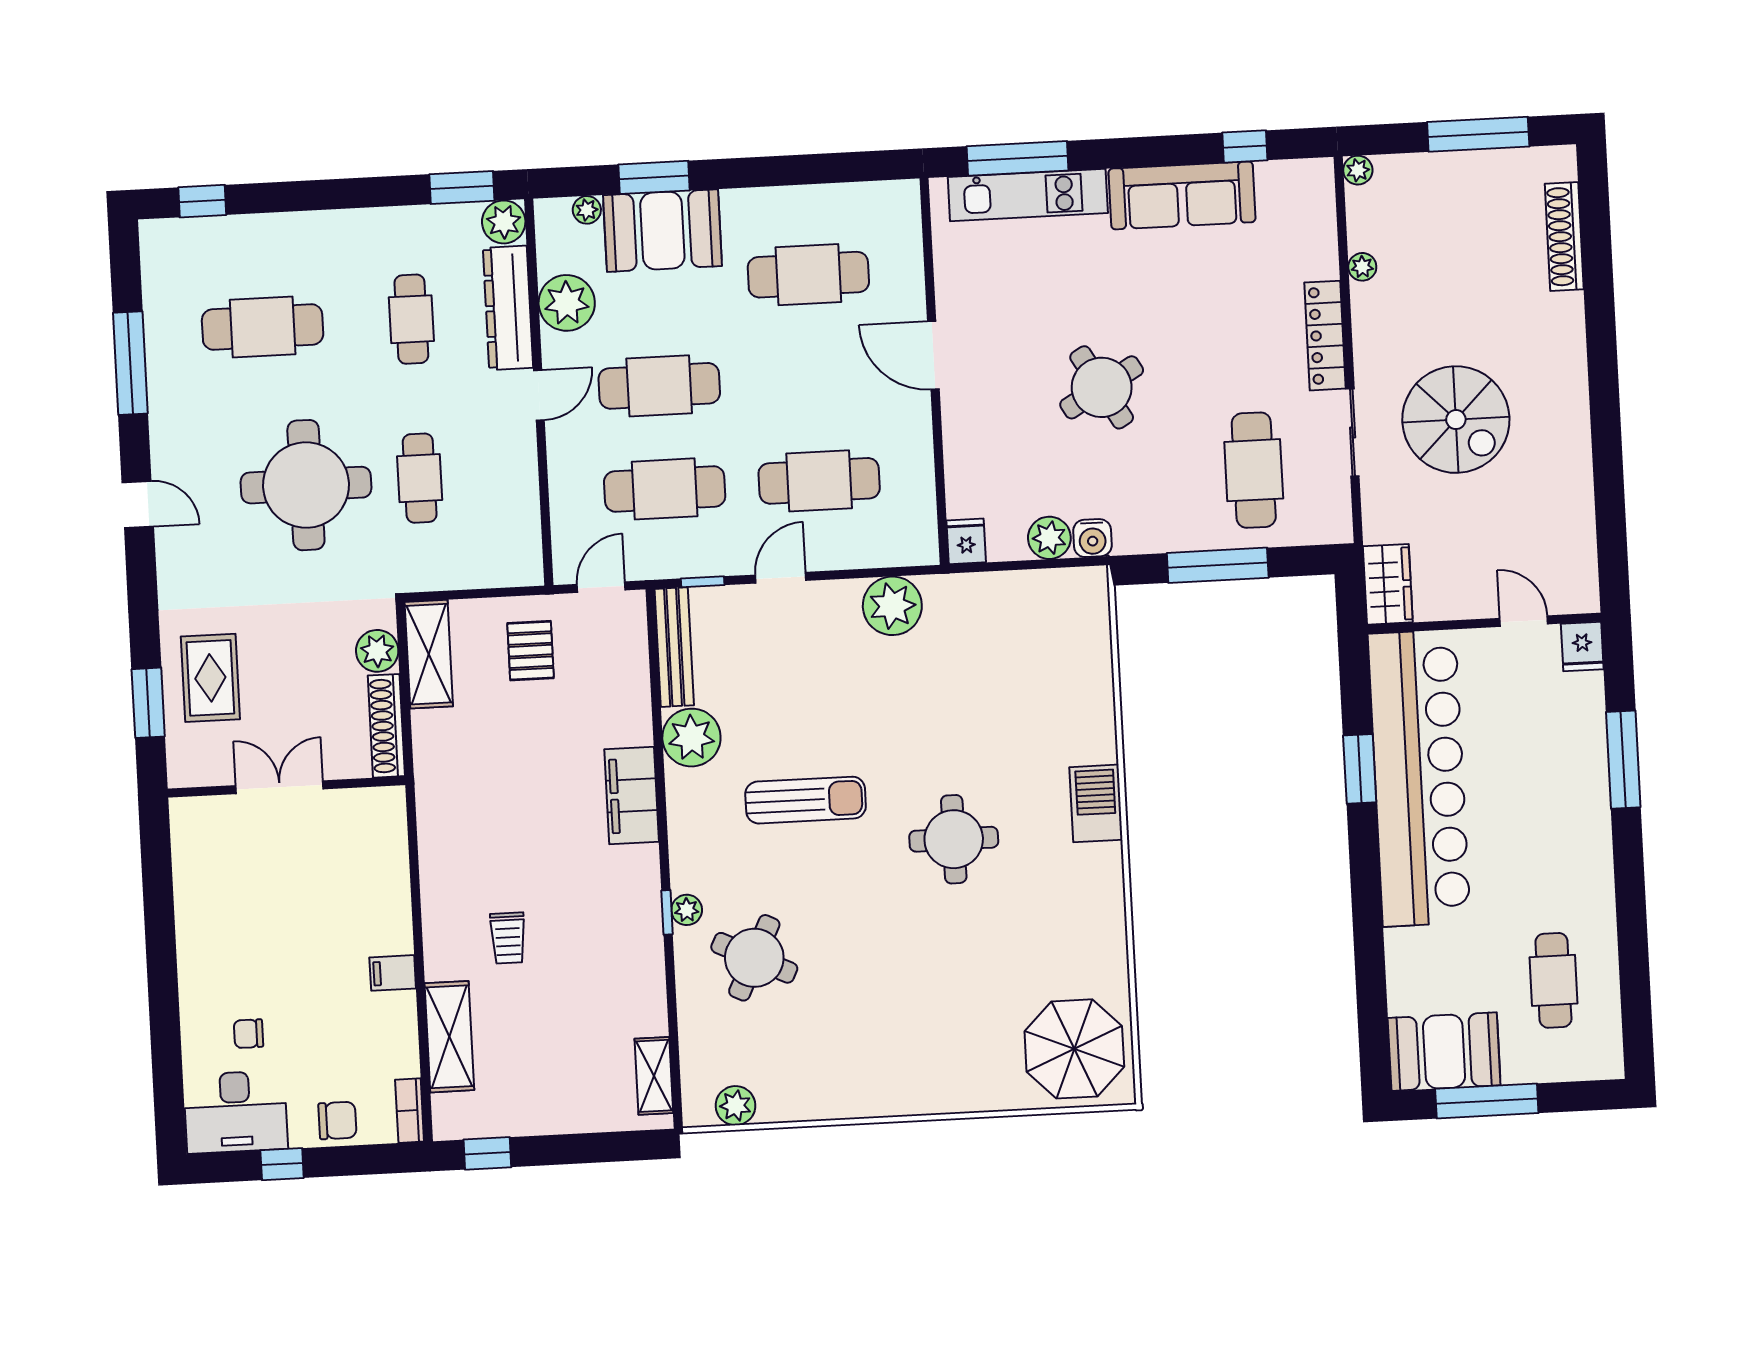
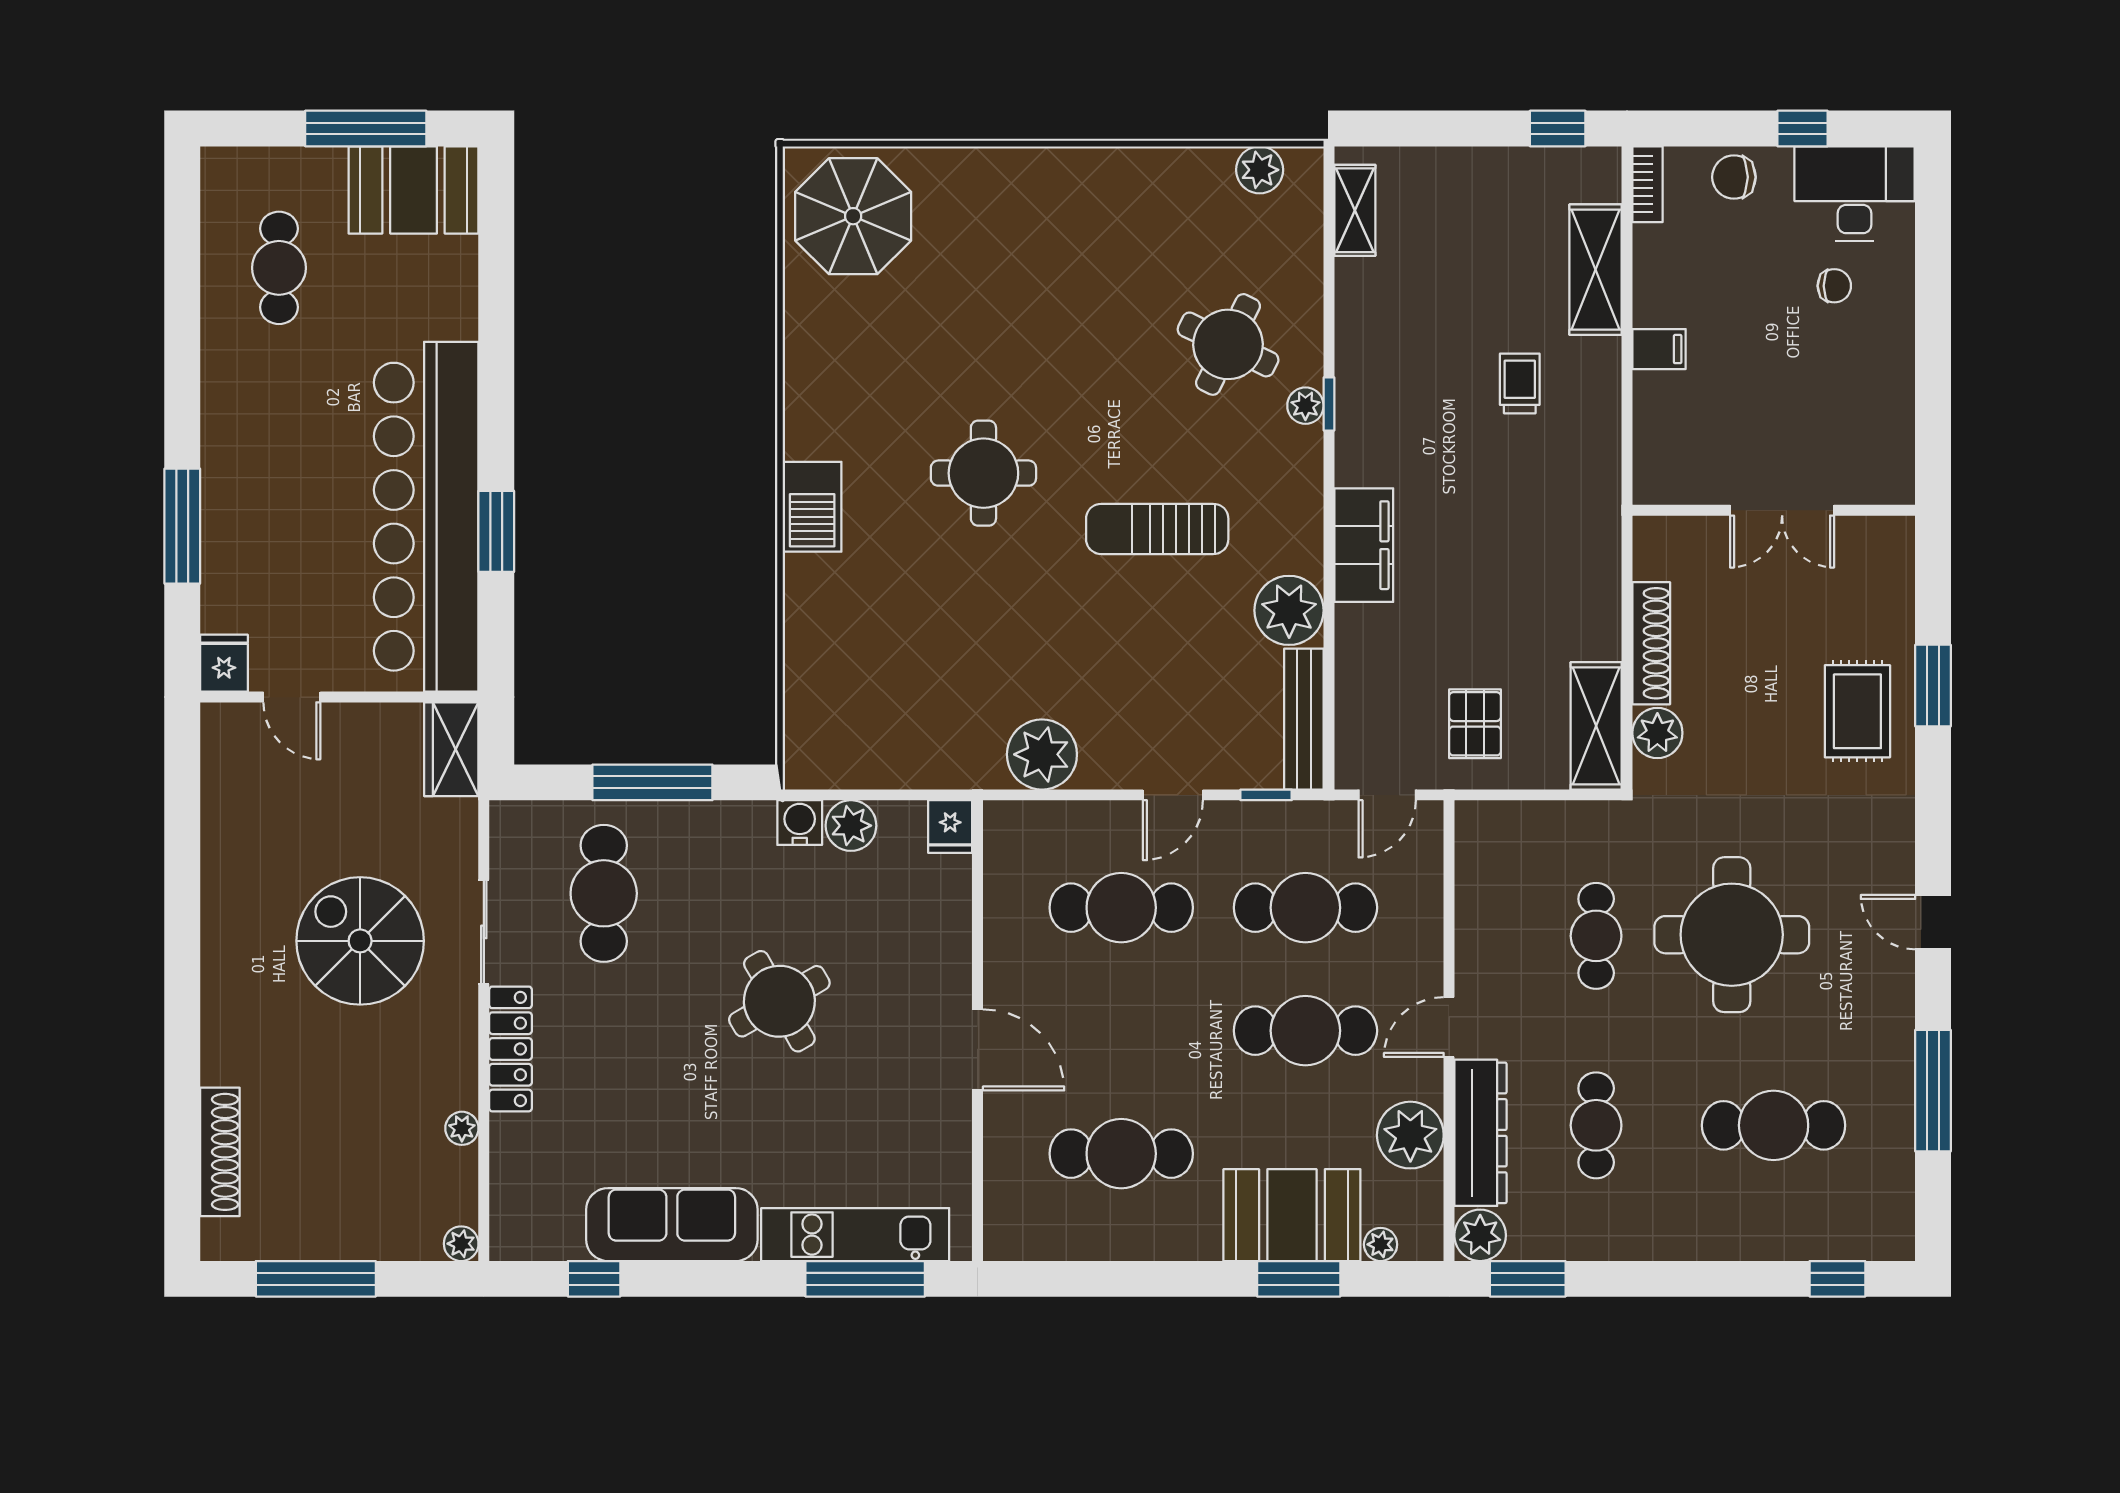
double door: (279, 787) -> (1782, 510), moved
wall: (286, 787) -> (1774, 510), moved

